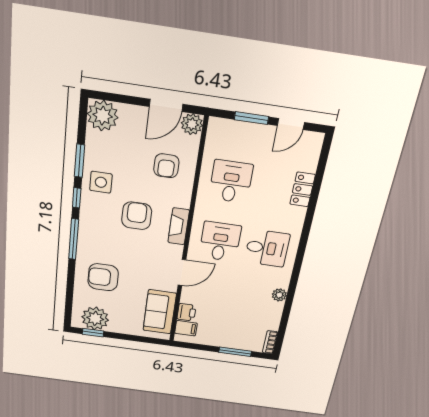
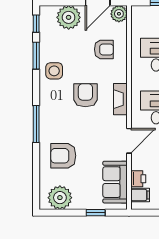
plant: (103, 116) -> (69, 17), moved
armchair: (166, 166) -> (104, 49), turned -90
window: (77, 198) -> (36, 24), moved
window: (93, 333) -> (96, 213), moved

